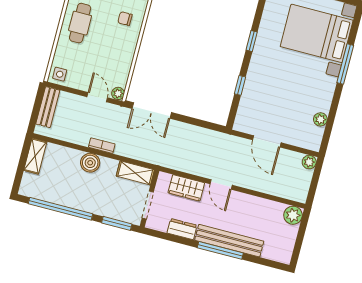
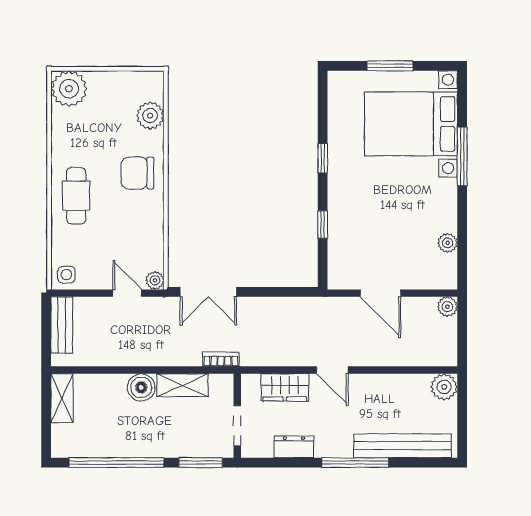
chair: (125, 19) -> (137, 173), width x1.87, depth x1.87
bookcase: (102, 146) -> (221, 359), moved
shelving: (135, 173) -> (182, 385), moved
bench: (229, 241) -> (402, 446), moved

